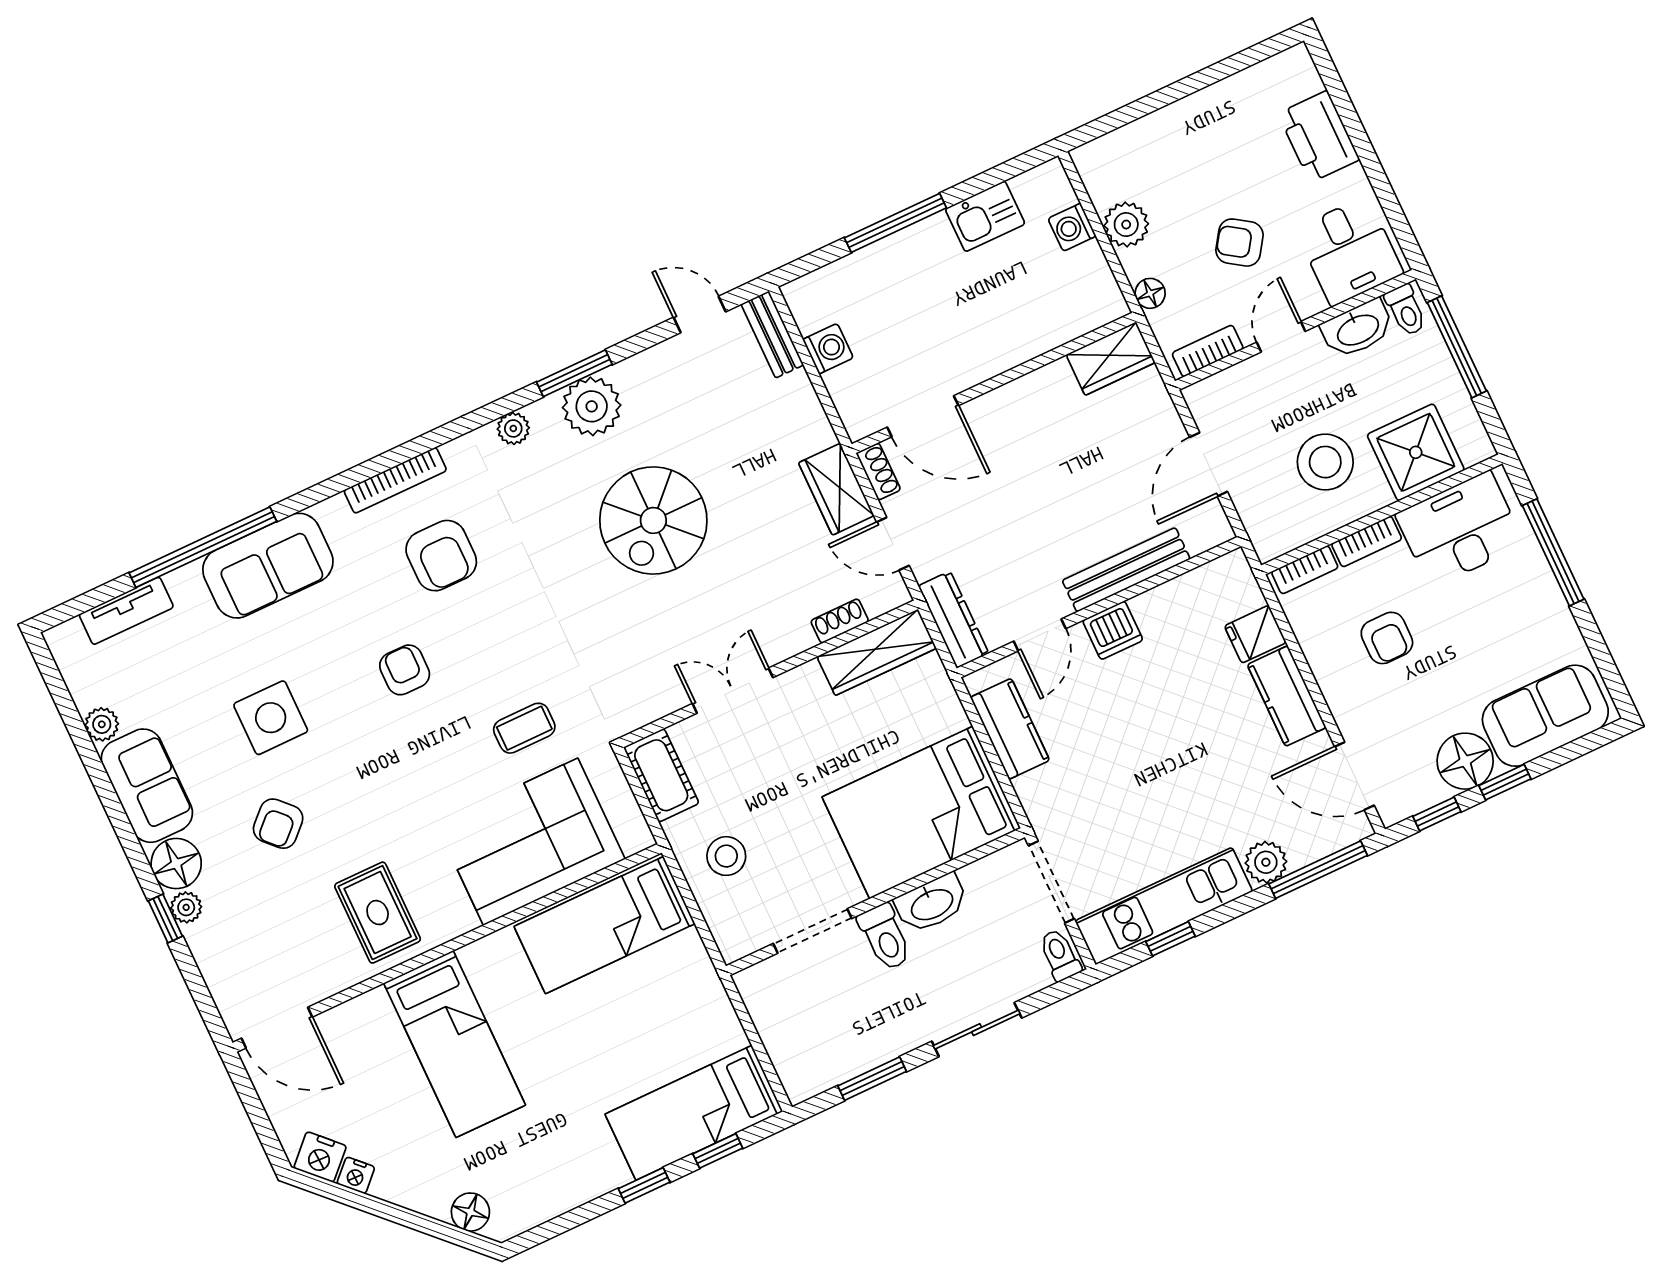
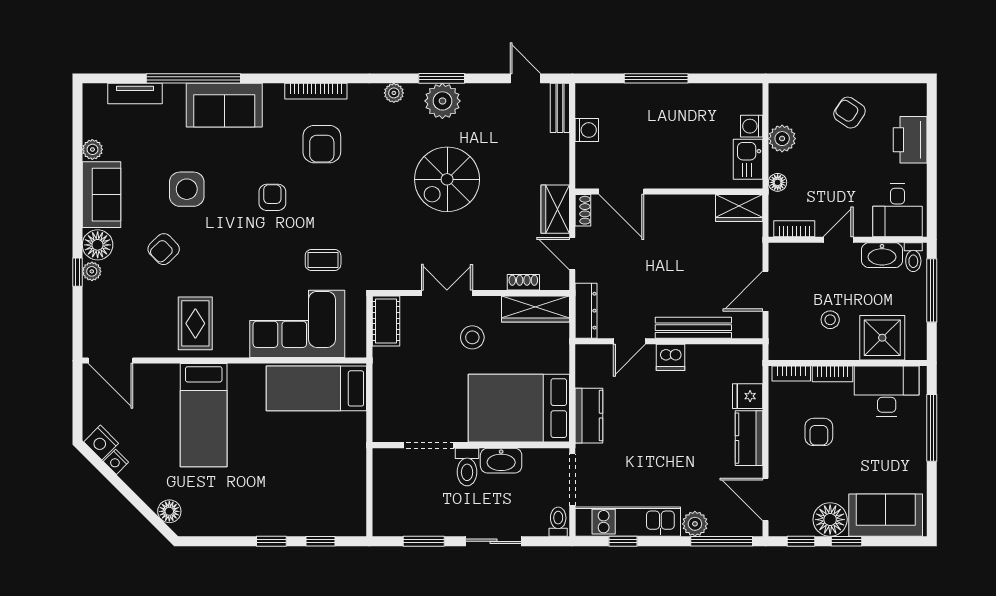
kitchen sink: (985, 216) -> (748, 159), moved, turned 90
armchair: (1239, 243) -> (849, 113), moved
stool: (1325, 462) -> (830, 320), width x0.53, depth x0.53
kitchen counter: (1010, 729) -> (589, 416), moved
stool: (726, 856) -> (472, 337), moved
bed: (694, 1113) -> (317, 514), removed

